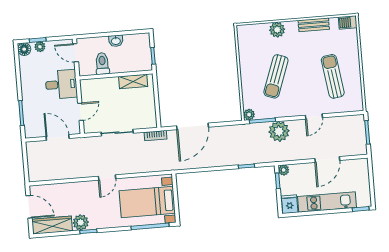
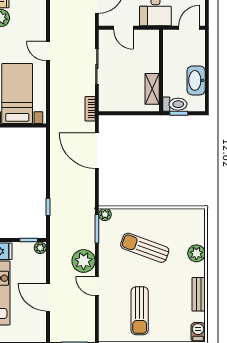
washbasin: (116, 41) -> (196, 80), width x1.91, depth x1.45
toilet: (102, 64) -> (175, 104), moved
sun lounger: (333, 76) -> (140, 311), turned 98
plant: (279, 131) -> (84, 261), moved

